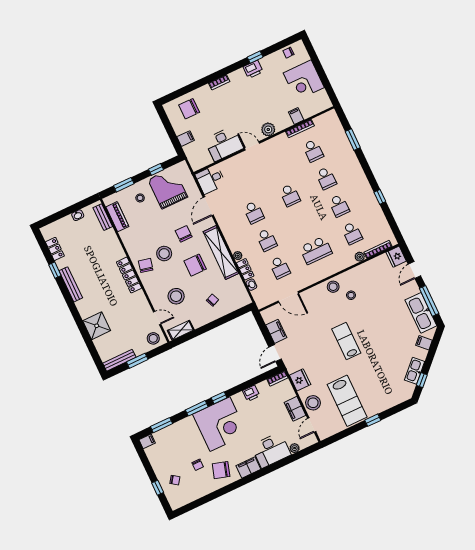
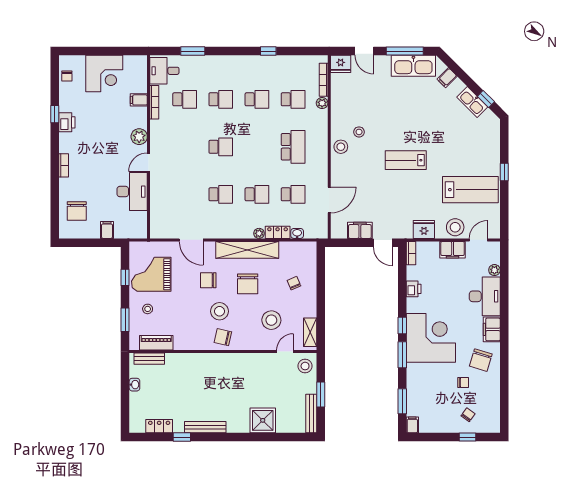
desk: (210, 179) -> (164, 71), moved, turned 90
locker: (129, 275) -> (225, 360), removed
door: (312, 425) -> (478, 240), swing flipped

